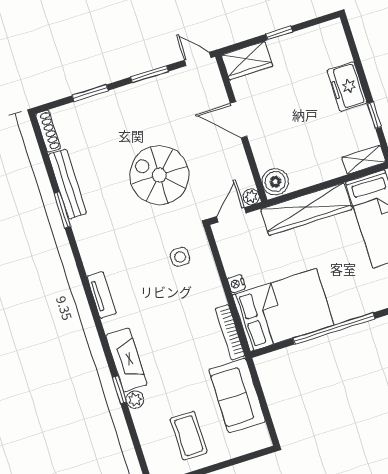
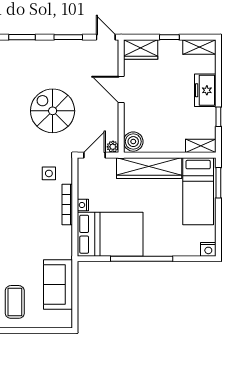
shelving: (322, 33) -> (199, 47), added
bookcase: (230, 332) -> (67, 204), moved

